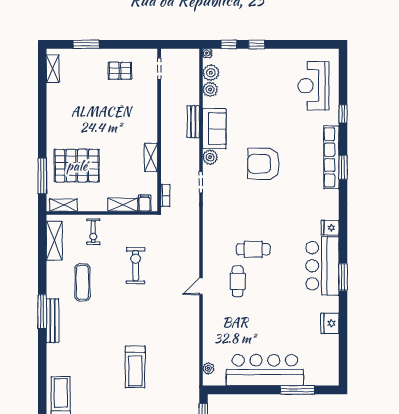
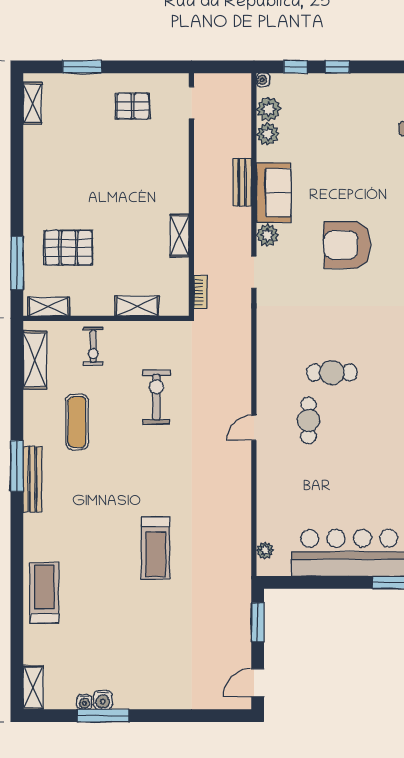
pallet: (77, 166) -> (68, 248), width x0.73, depth x0.71
filing cabinet: (145, 203) -> (170, 304), removed

